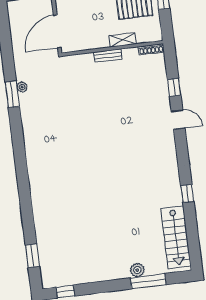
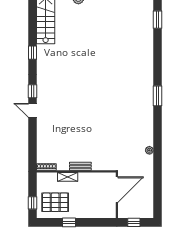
window: (174, 87) -> (32, 91), moved
window: (12, 94) -> (158, 96), moved

